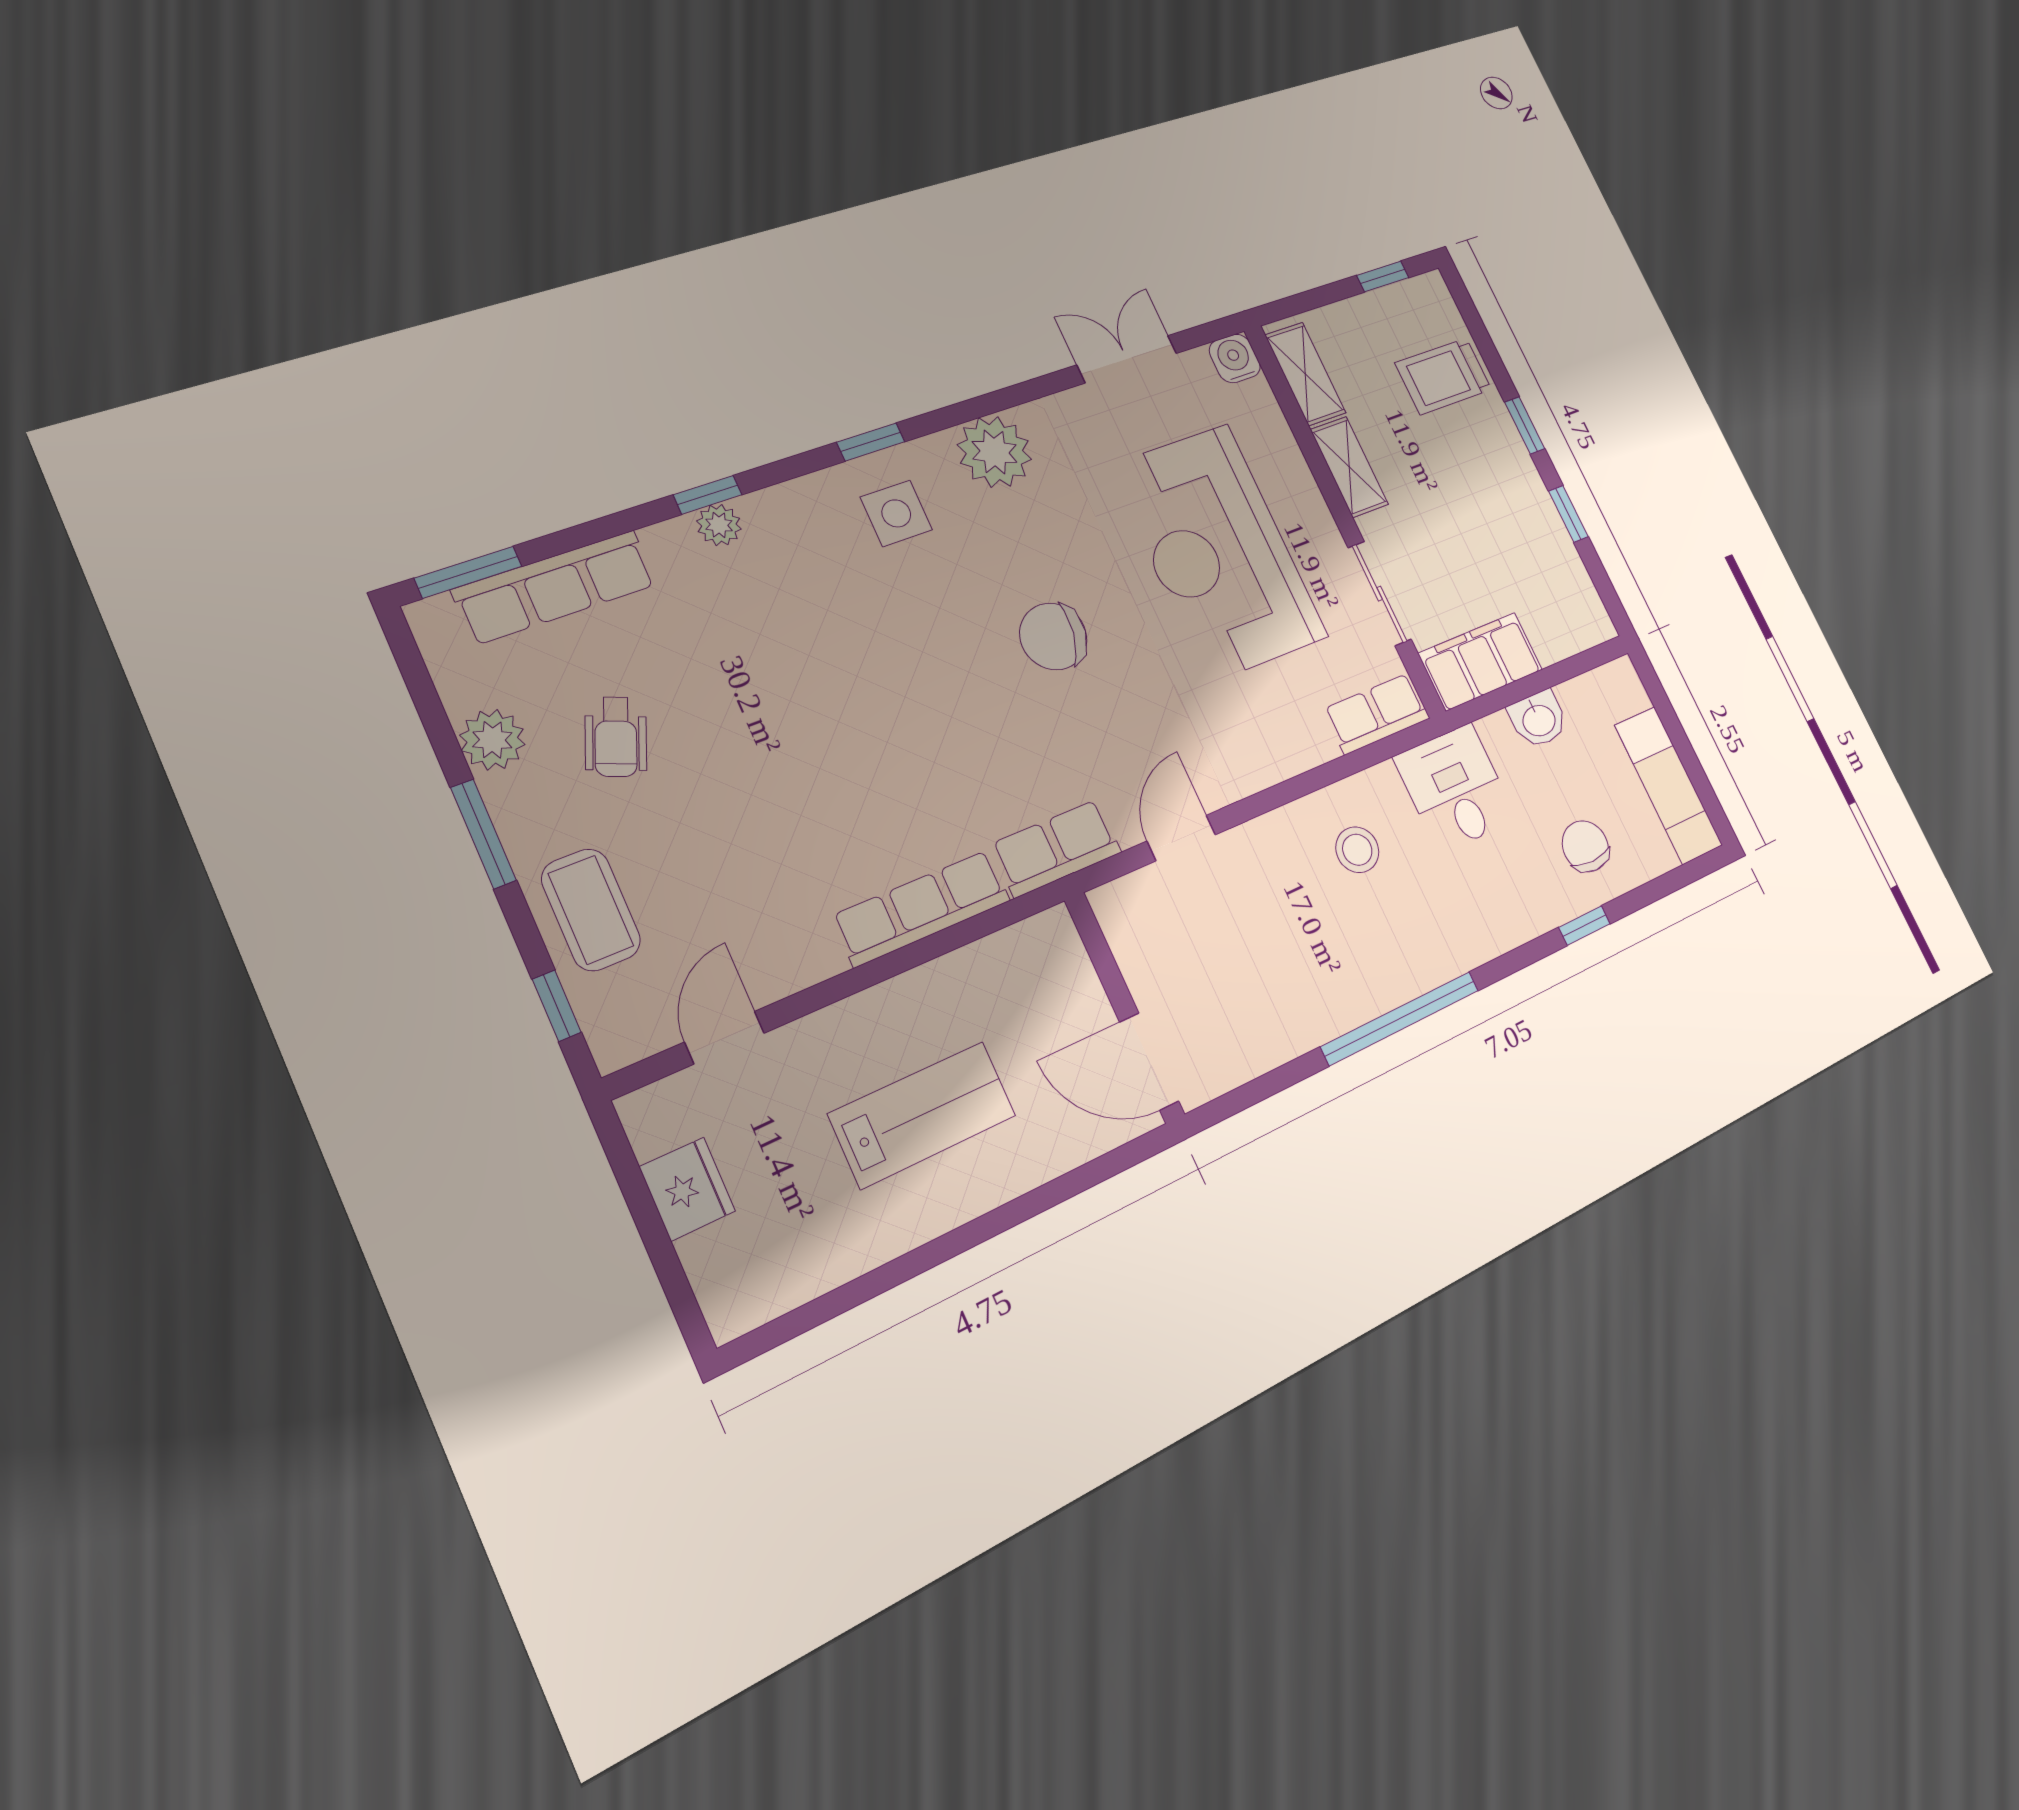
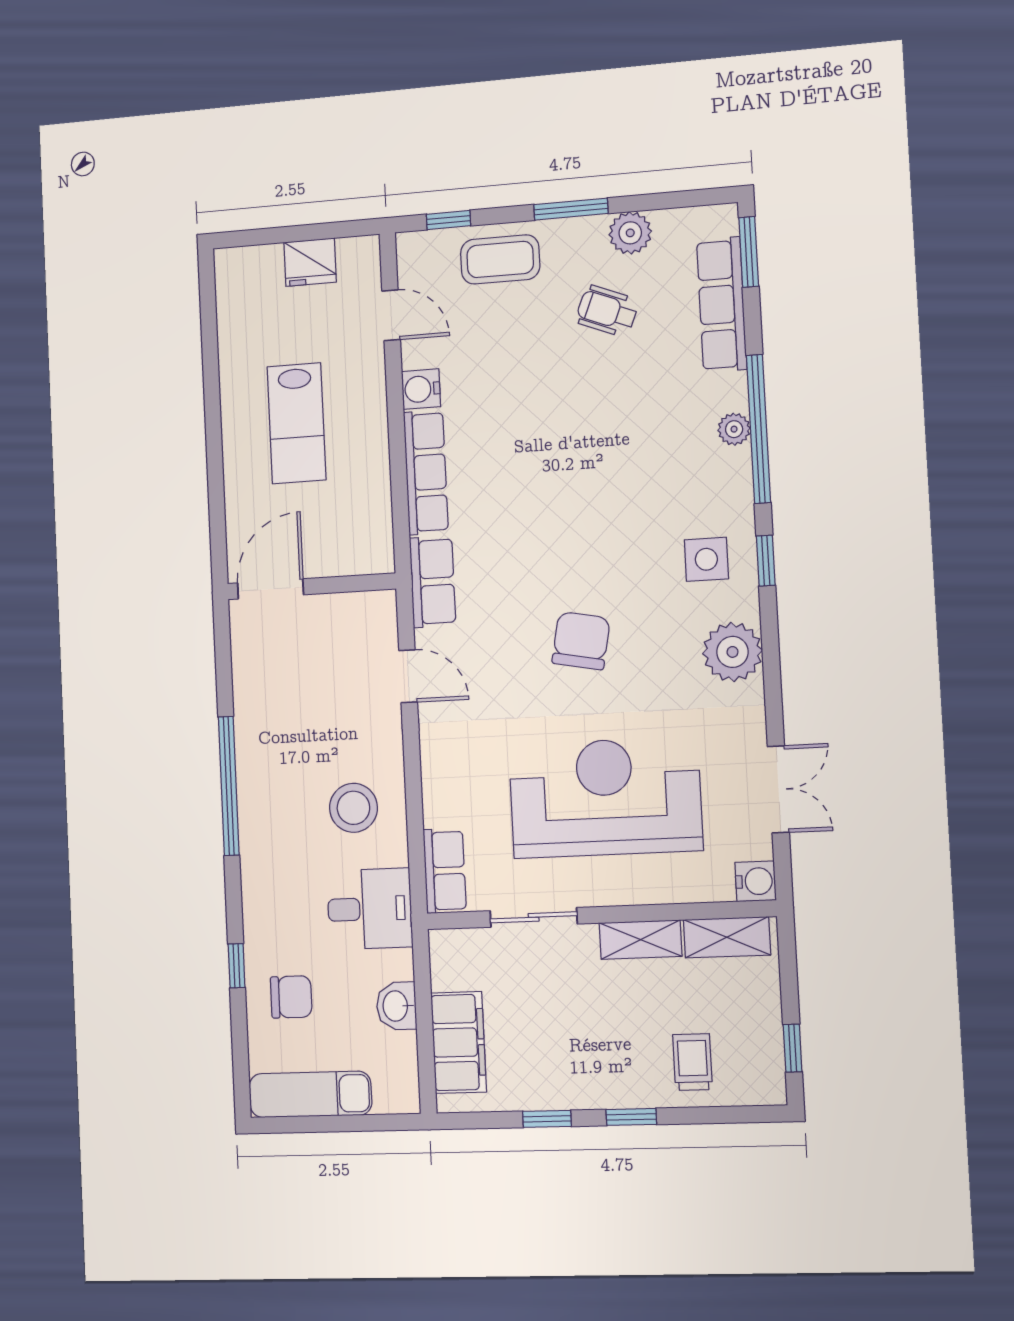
trolley: (1443, 376) -> (693, 1062), width x0.73, depth x0.72
window: (708, 495) -> (758, 429), width x3.17
filing cabinet: (1480, 662) -> (459, 1042), moved
stool: (1357, 850) -> (353, 808), width x1.38, depth x1.38
water cooler: (813, 956) -> (421, 389), added

